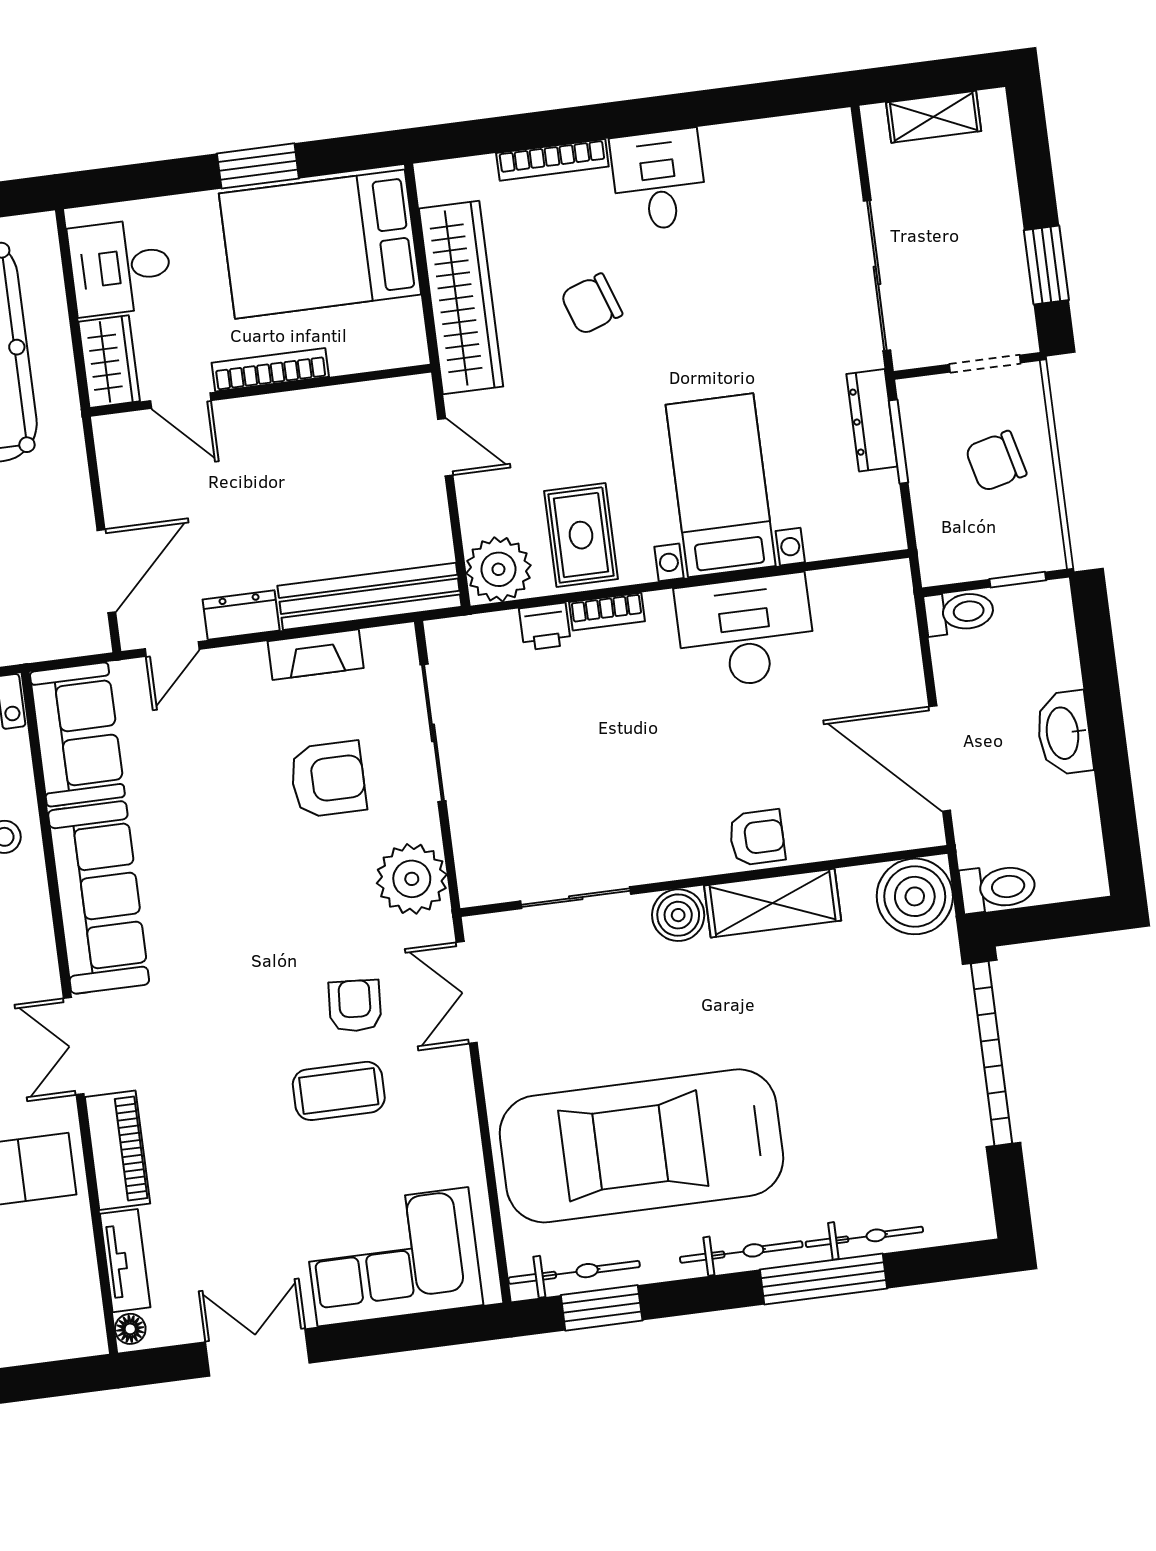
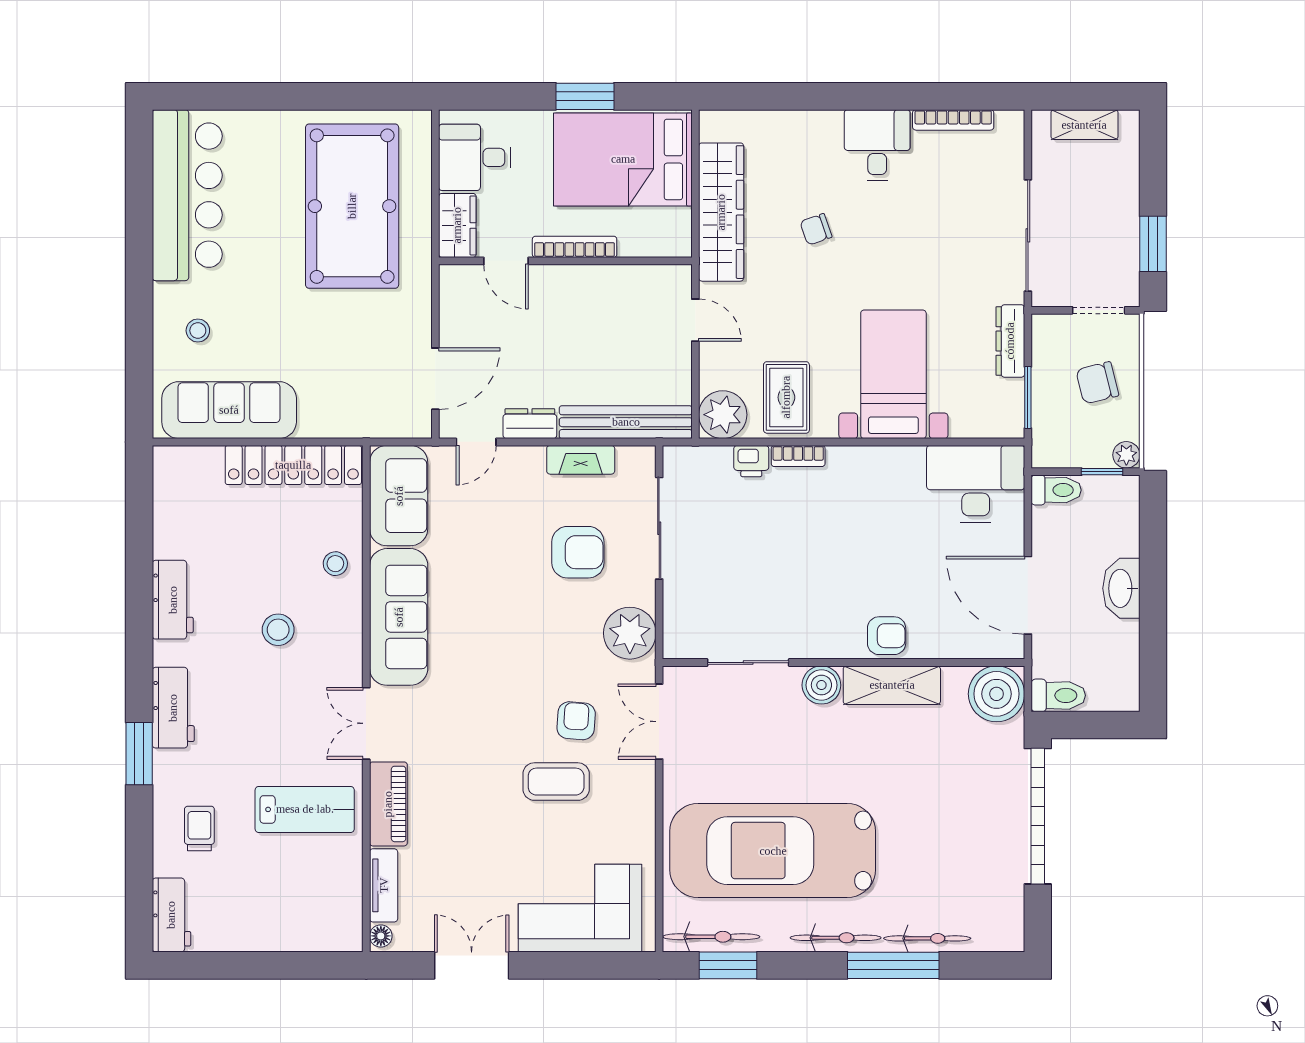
bookcase: (552, 160) -> (953, 120), moved
chair: (591, 304) -> (816, 229), width x0.73, depth x0.73
window: (899, 442) -> (1028, 397), moved
plant: (1047, 553) -> (1126, 455), added
desk: (746, 631) -> (976, 484), moved

